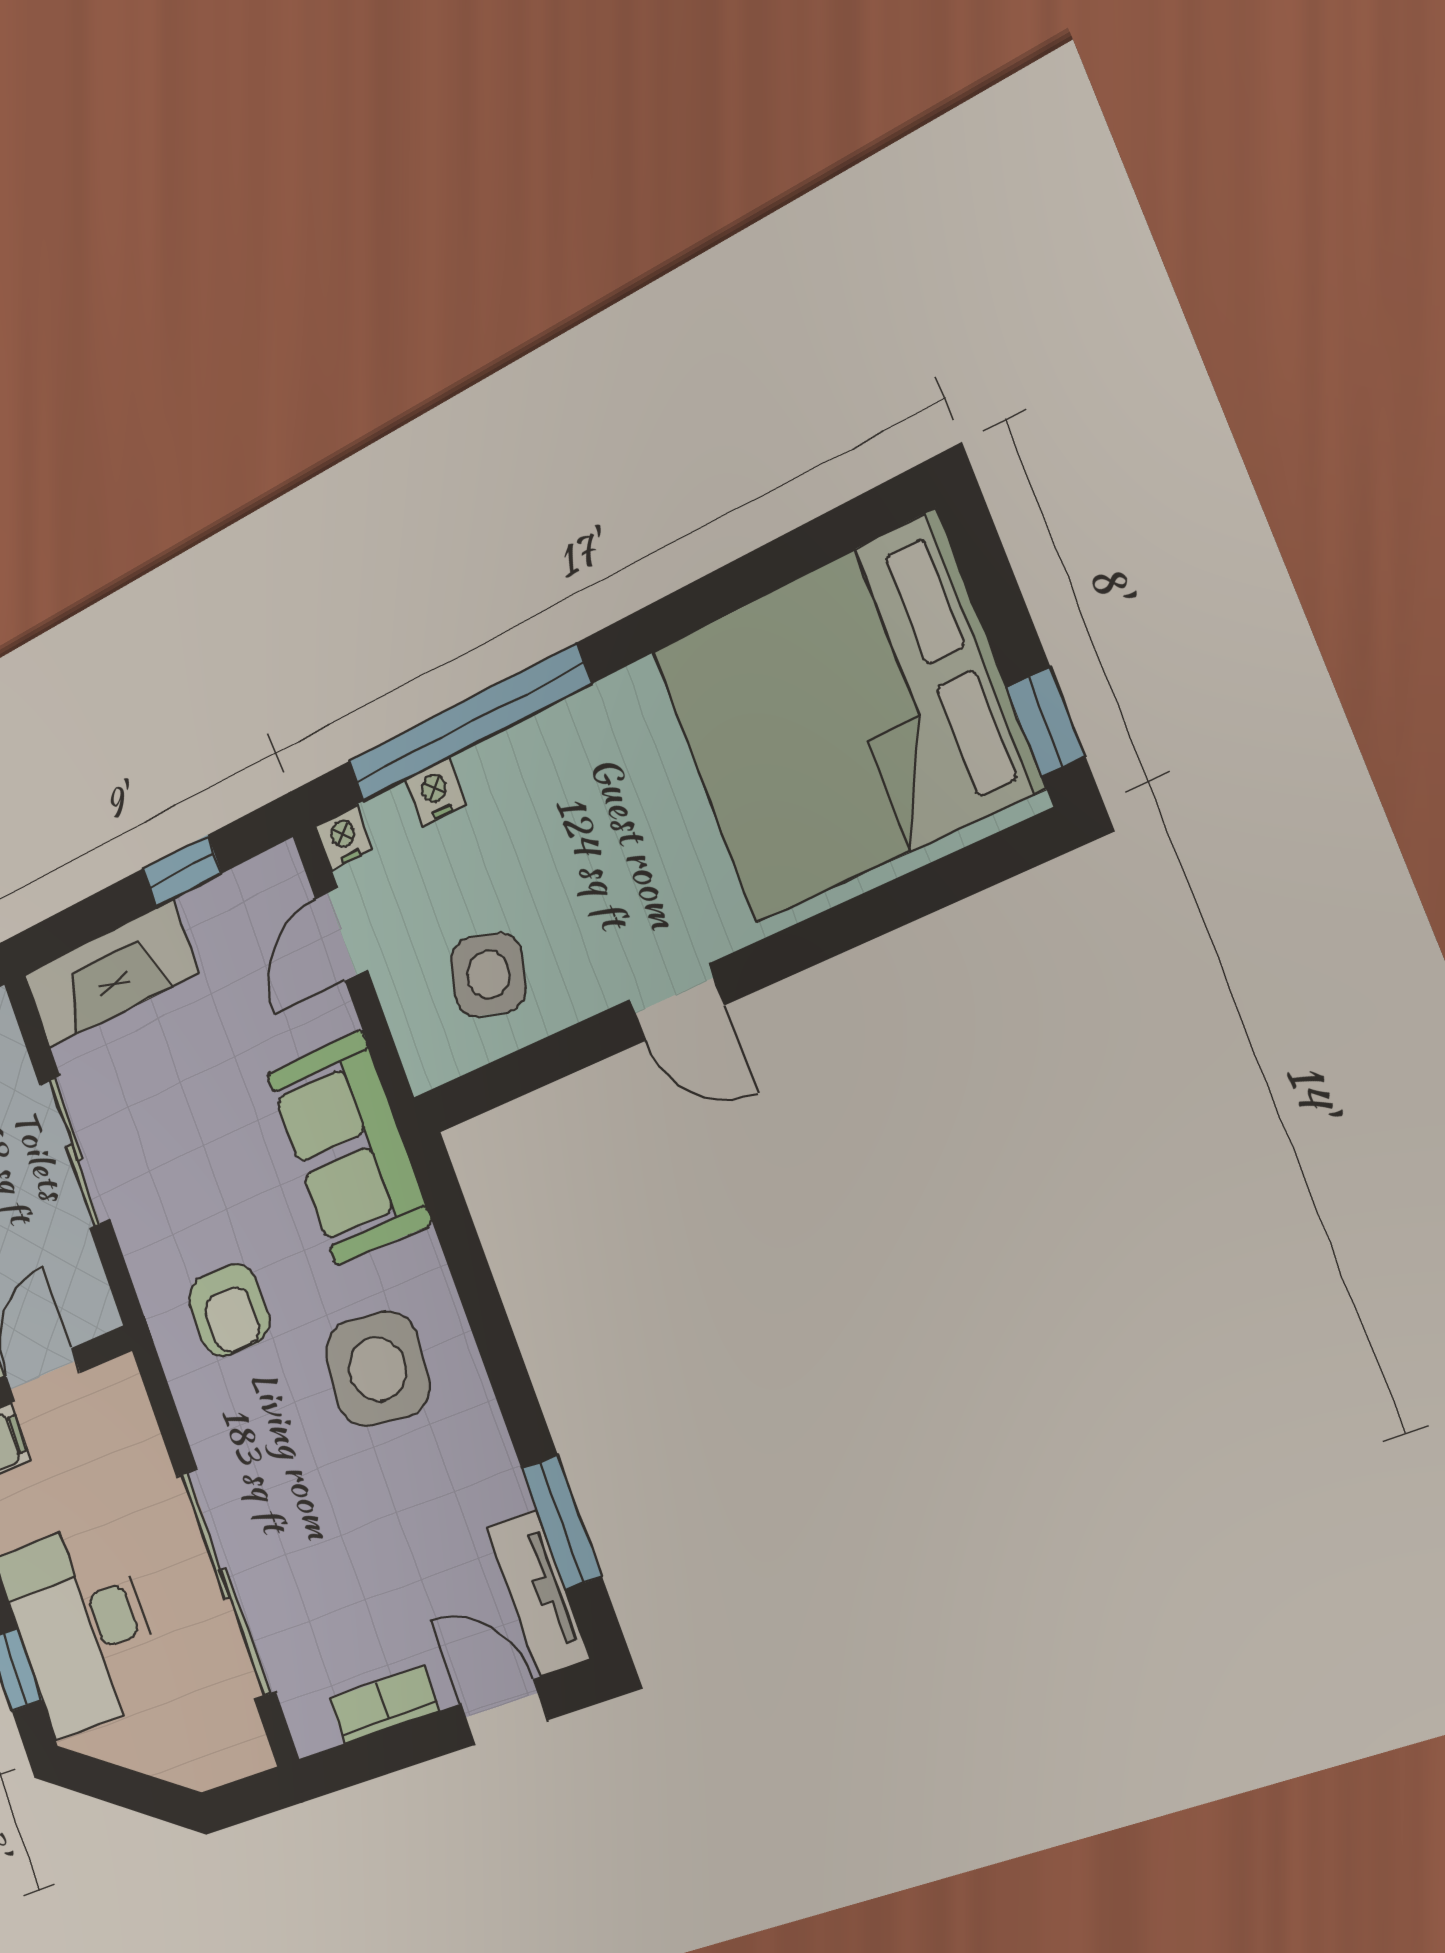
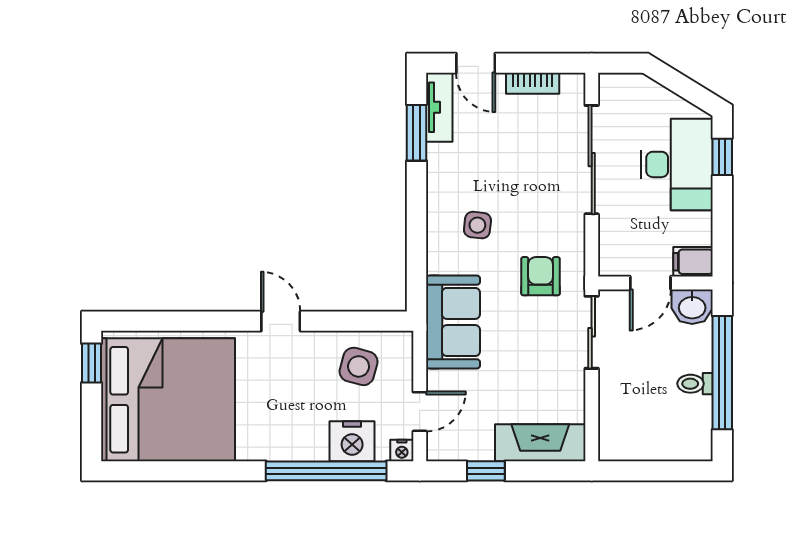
nightstand: (436, 792) -> (352, 441), width x1.89, depth x1.79
sliding door: (75, 1152) -> (592, 332), moved
side table: (377, 1369) -> (477, 225), width x0.54, depth x0.54

